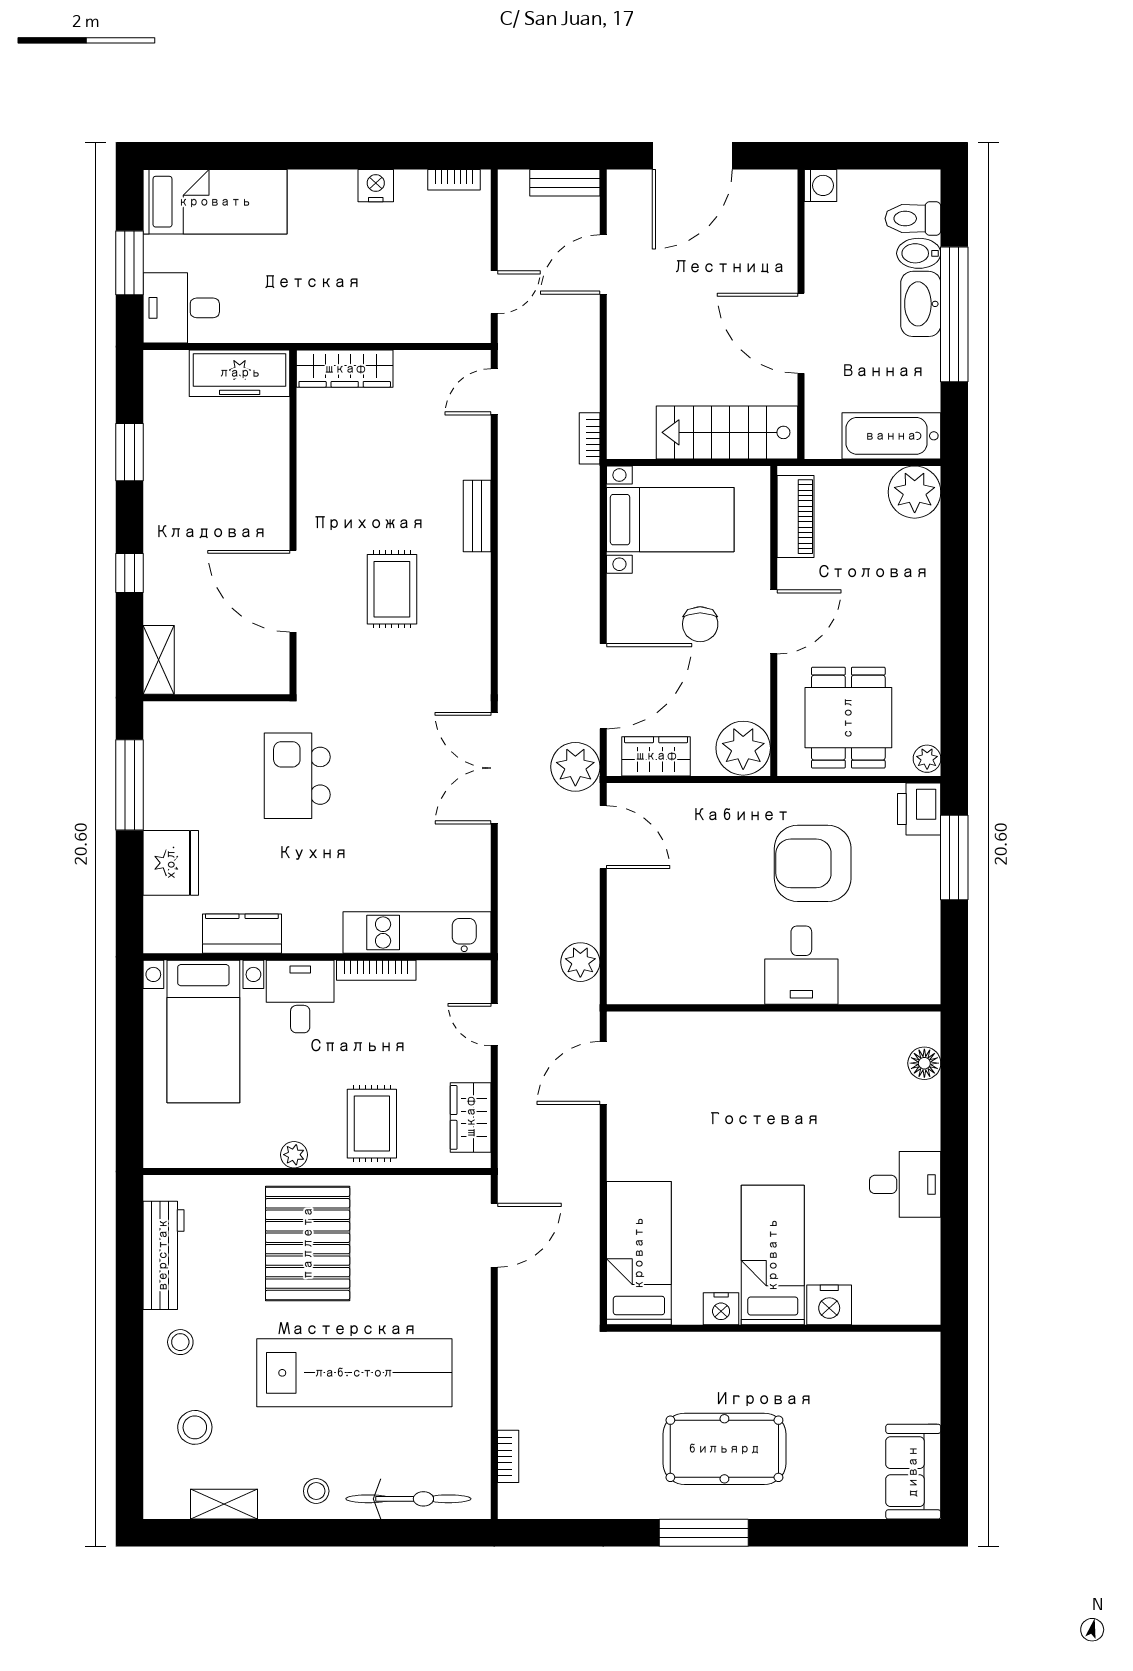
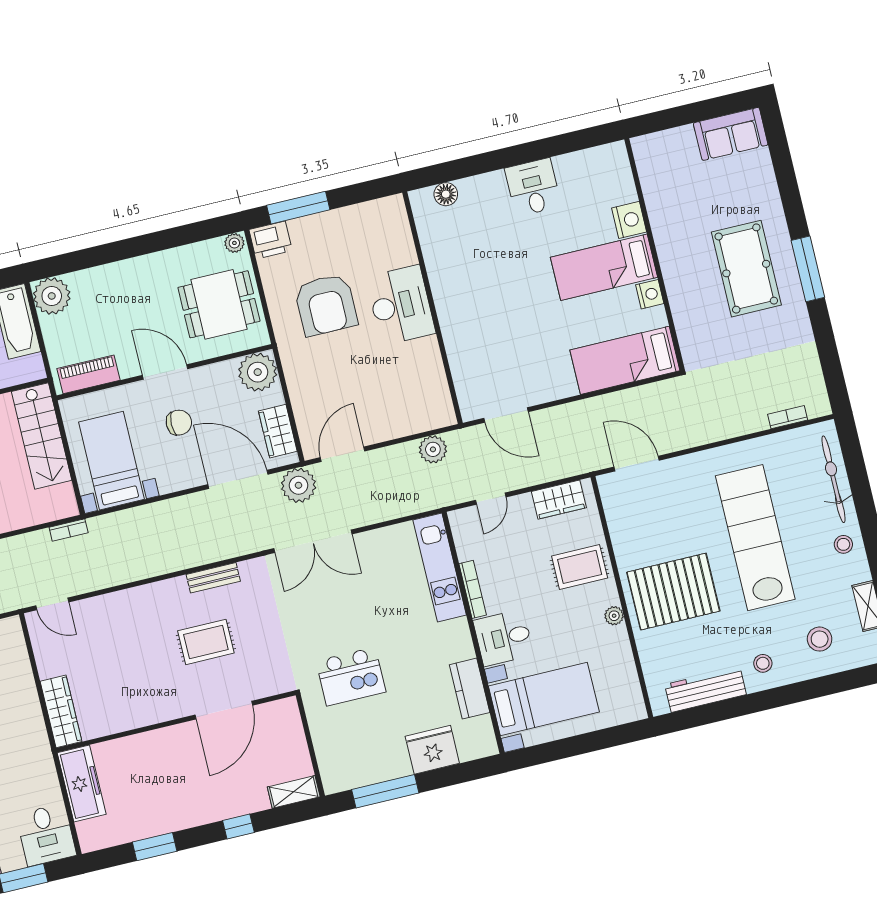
bench: (477, 516) -> (213, 578), moved
desk: (801, 965) -> (401, 305), width x1.37

